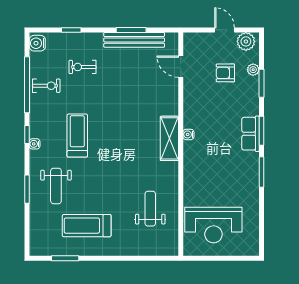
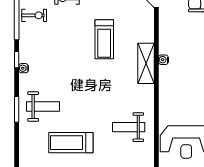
treadmill: (77, 136) -> (104, 39), moved, turned 180
weight bench: (56, 186) -> (43, 107), turned -90
weight bench: (150, 209) -> (129, 127), turned -90

